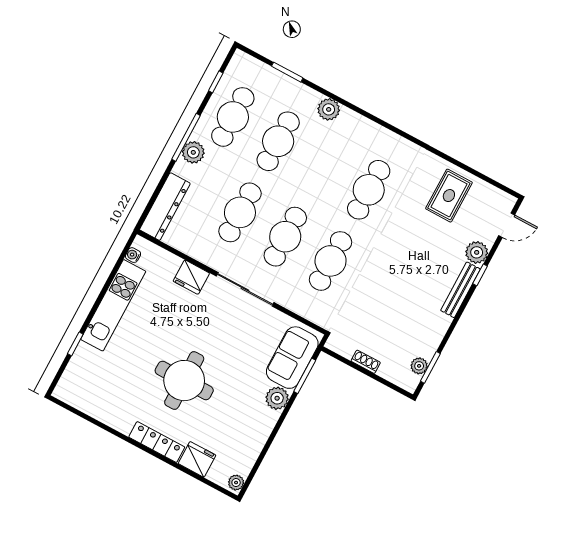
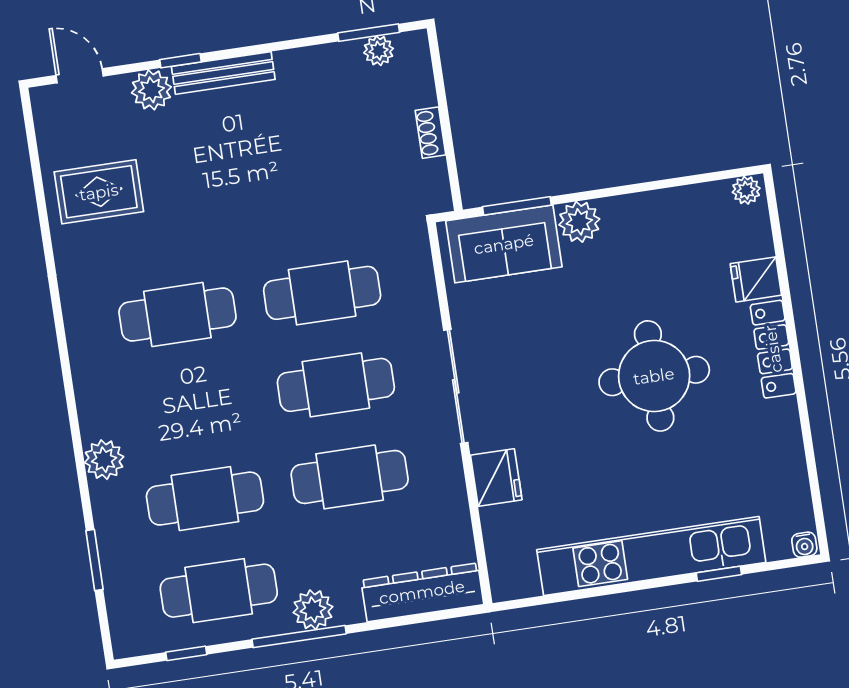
water cooler: (133, 255) -> (804, 545), moved
kitchen unit: (113, 305) -> (651, 556), width x1.36
fridge: (197, 459) -> (756, 279), width x0.72

